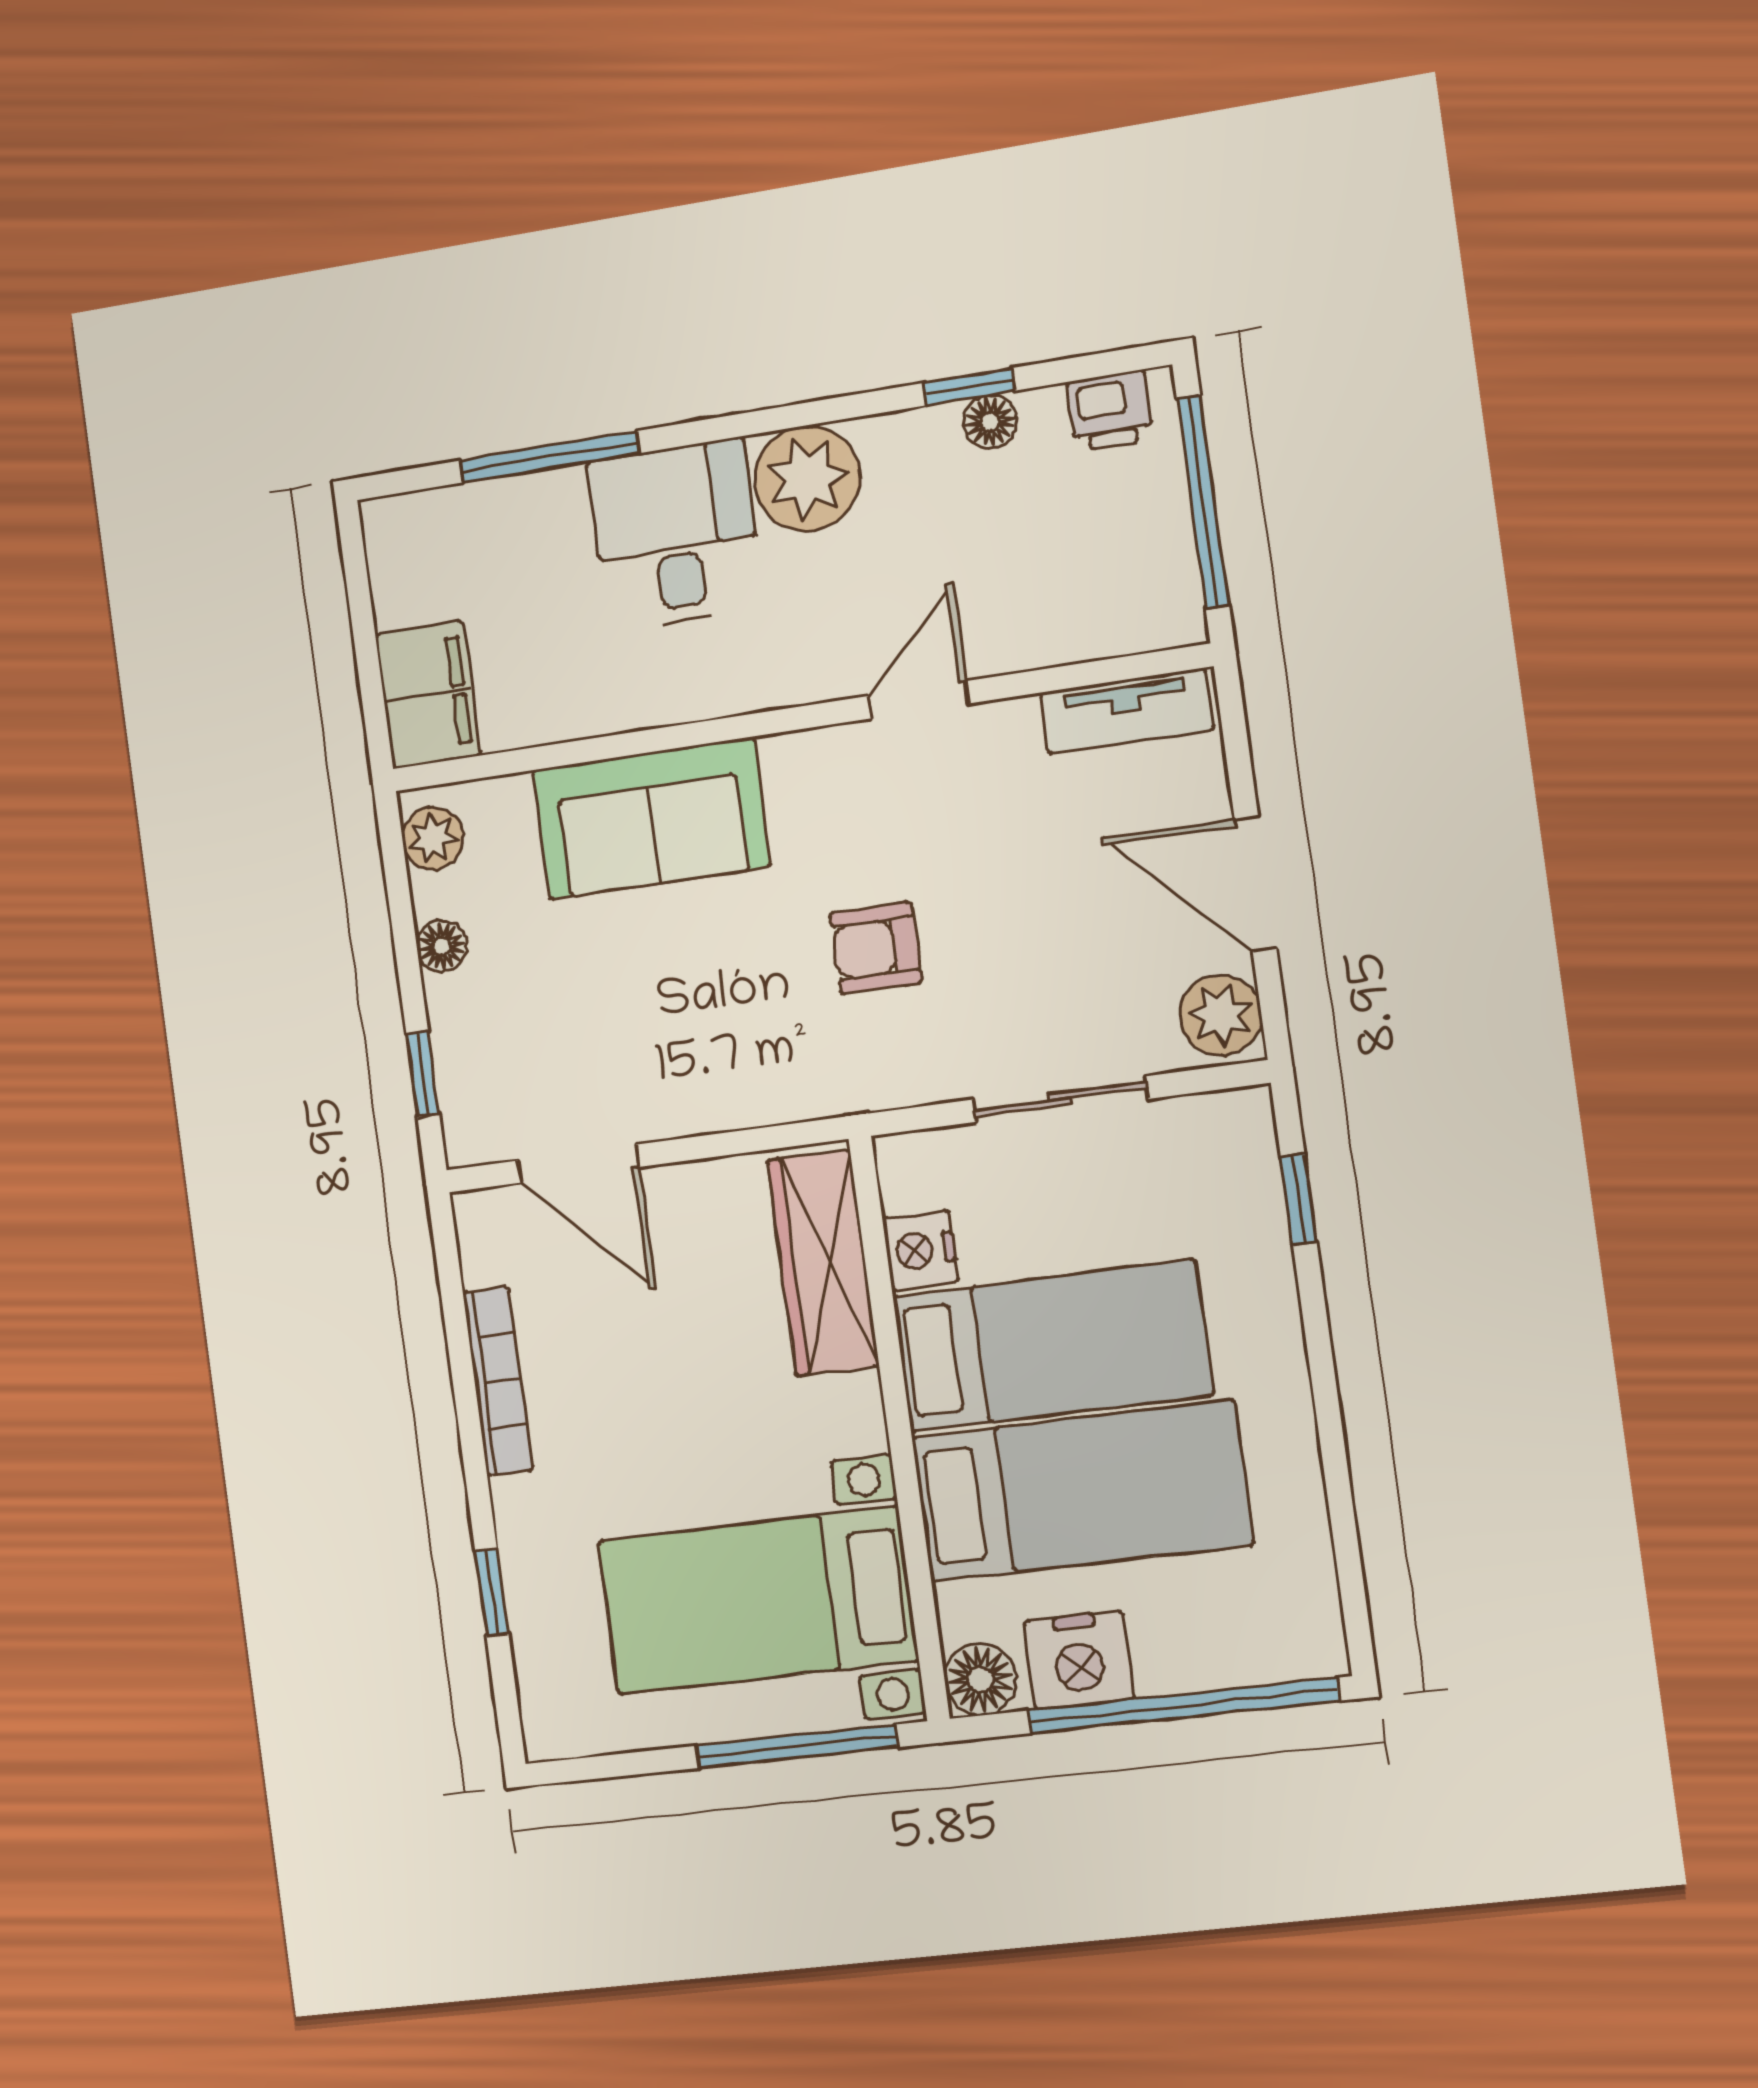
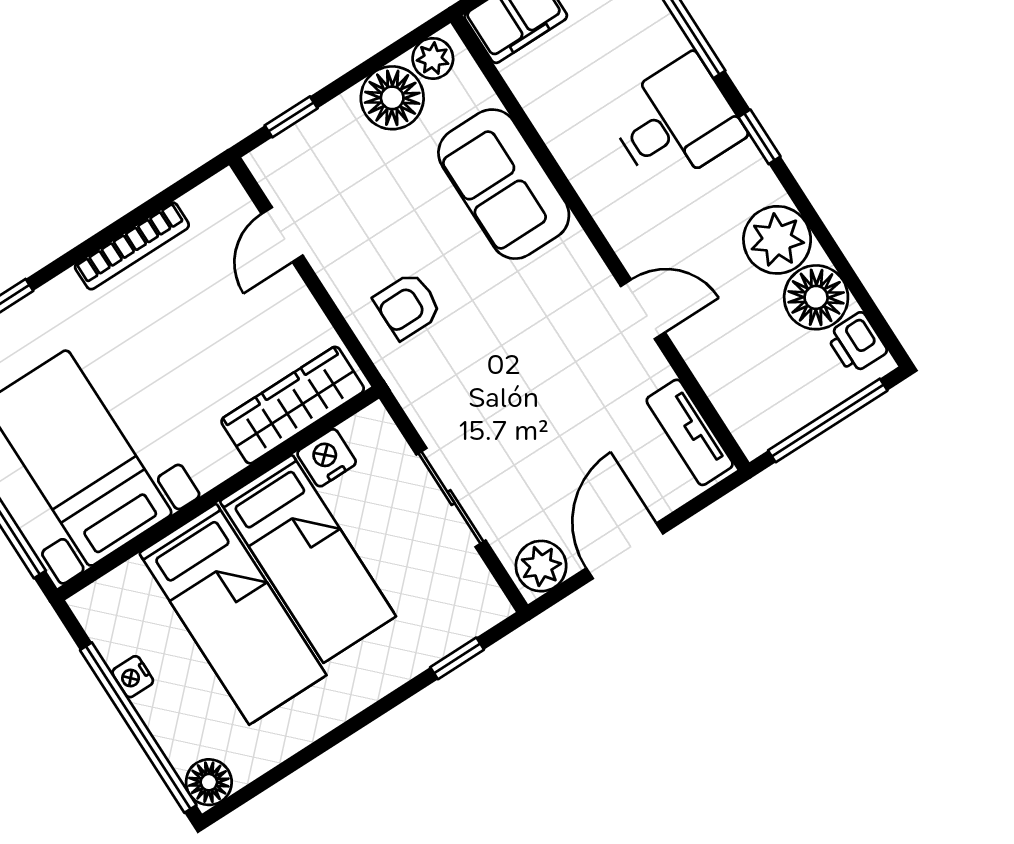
window: (969, 387) -> (759, 137), moved
floor lamp: (990, 422) -> (816, 297), width x1.89, depth x1.89
plant: (807, 479) -> (777, 240), moved
floor lamp: (442, 946) -> (392, 98), width x1.89, depth x1.89
armchair: (876, 948) -> (408, 306), moved, turned -90
door: (578, 1164) -> (282, 235), width x0.73
nightstand: (1079, 1660) -> (133, 677), width x0.53, depth x0.56
floor lamp: (980, 1679) -> (209, 782), moved

